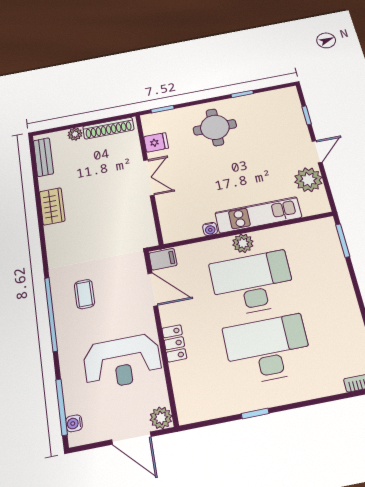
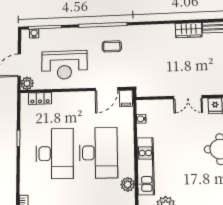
wardrobe: (52, 206) -> (189, 30), moved
water cooler: (210, 229) -> (141, 119), moved
plant: (243, 243) -> (128, 184), moved
locker: (174, 343) -> (40, 98), moved
reception desk: (122, 362) -> (64, 65), turned -90

